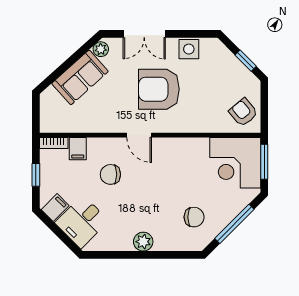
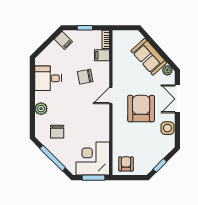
armchair: (243, 112) -> (126, 164), turned -50
chair: (110, 174) -> (85, 77), turned -101
desk: (82, 222) -> (48, 78), moved, turned -45
plant: (143, 242) -> (41, 109), moved

